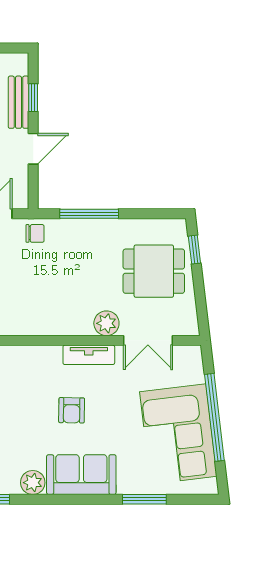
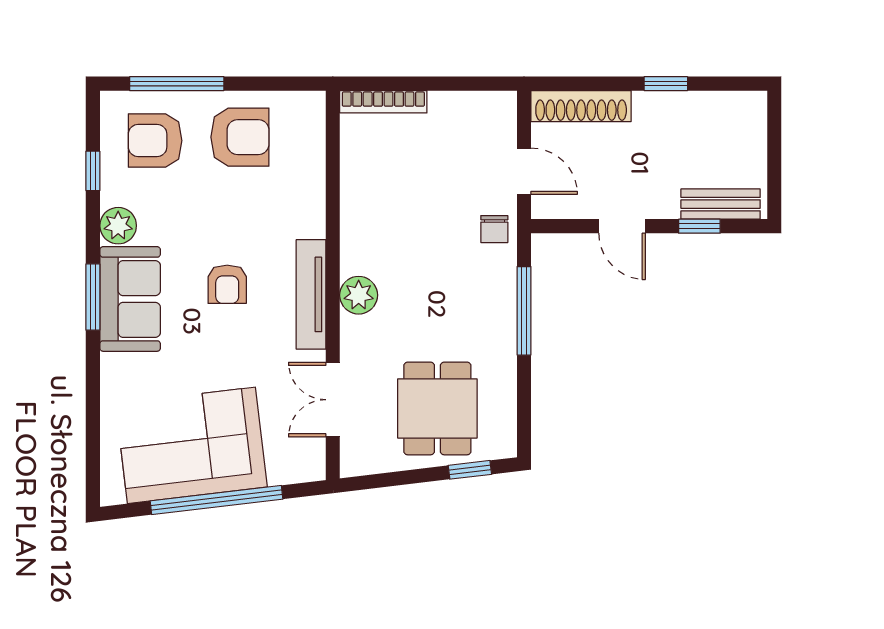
bench: (18, 102) -> (721, 204), moved
plant: (106, 323) -> (359, 295), moved
tv unit: (89, 355) -> (311, 294), width x1.41
armchair: (72, 410) -> (227, 284), turned -91
window: (144, 499) -> (93, 297), moved

